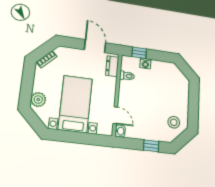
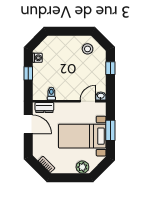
door: (95, 46) -> (28, 124), swing flipped
window: (139, 53) -> (28, 73), moved
washing machine: (145, 63) -> (37, 58), moved
window: (79, 138) -> (110, 130), added

